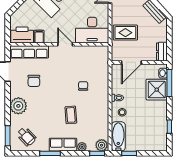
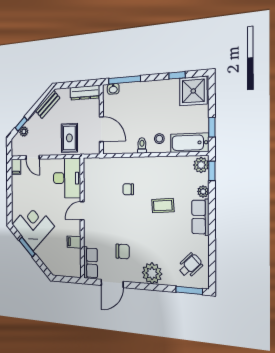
printer: (22, 35) -> (72, 262), removed
row of seats: (29, 52) -> (90, 263), width x0.68
dresser: (162, 52) -> (85, 93), width x1.44
shower: (157, 90) -> (193, 91), moved
window: (50, 153) -> (212, 235), removed

